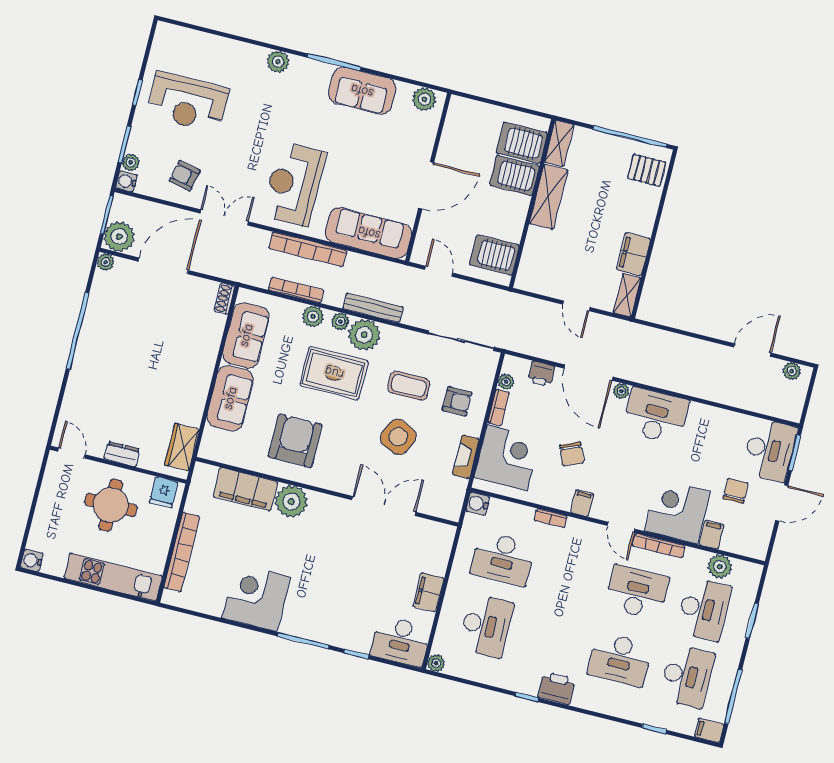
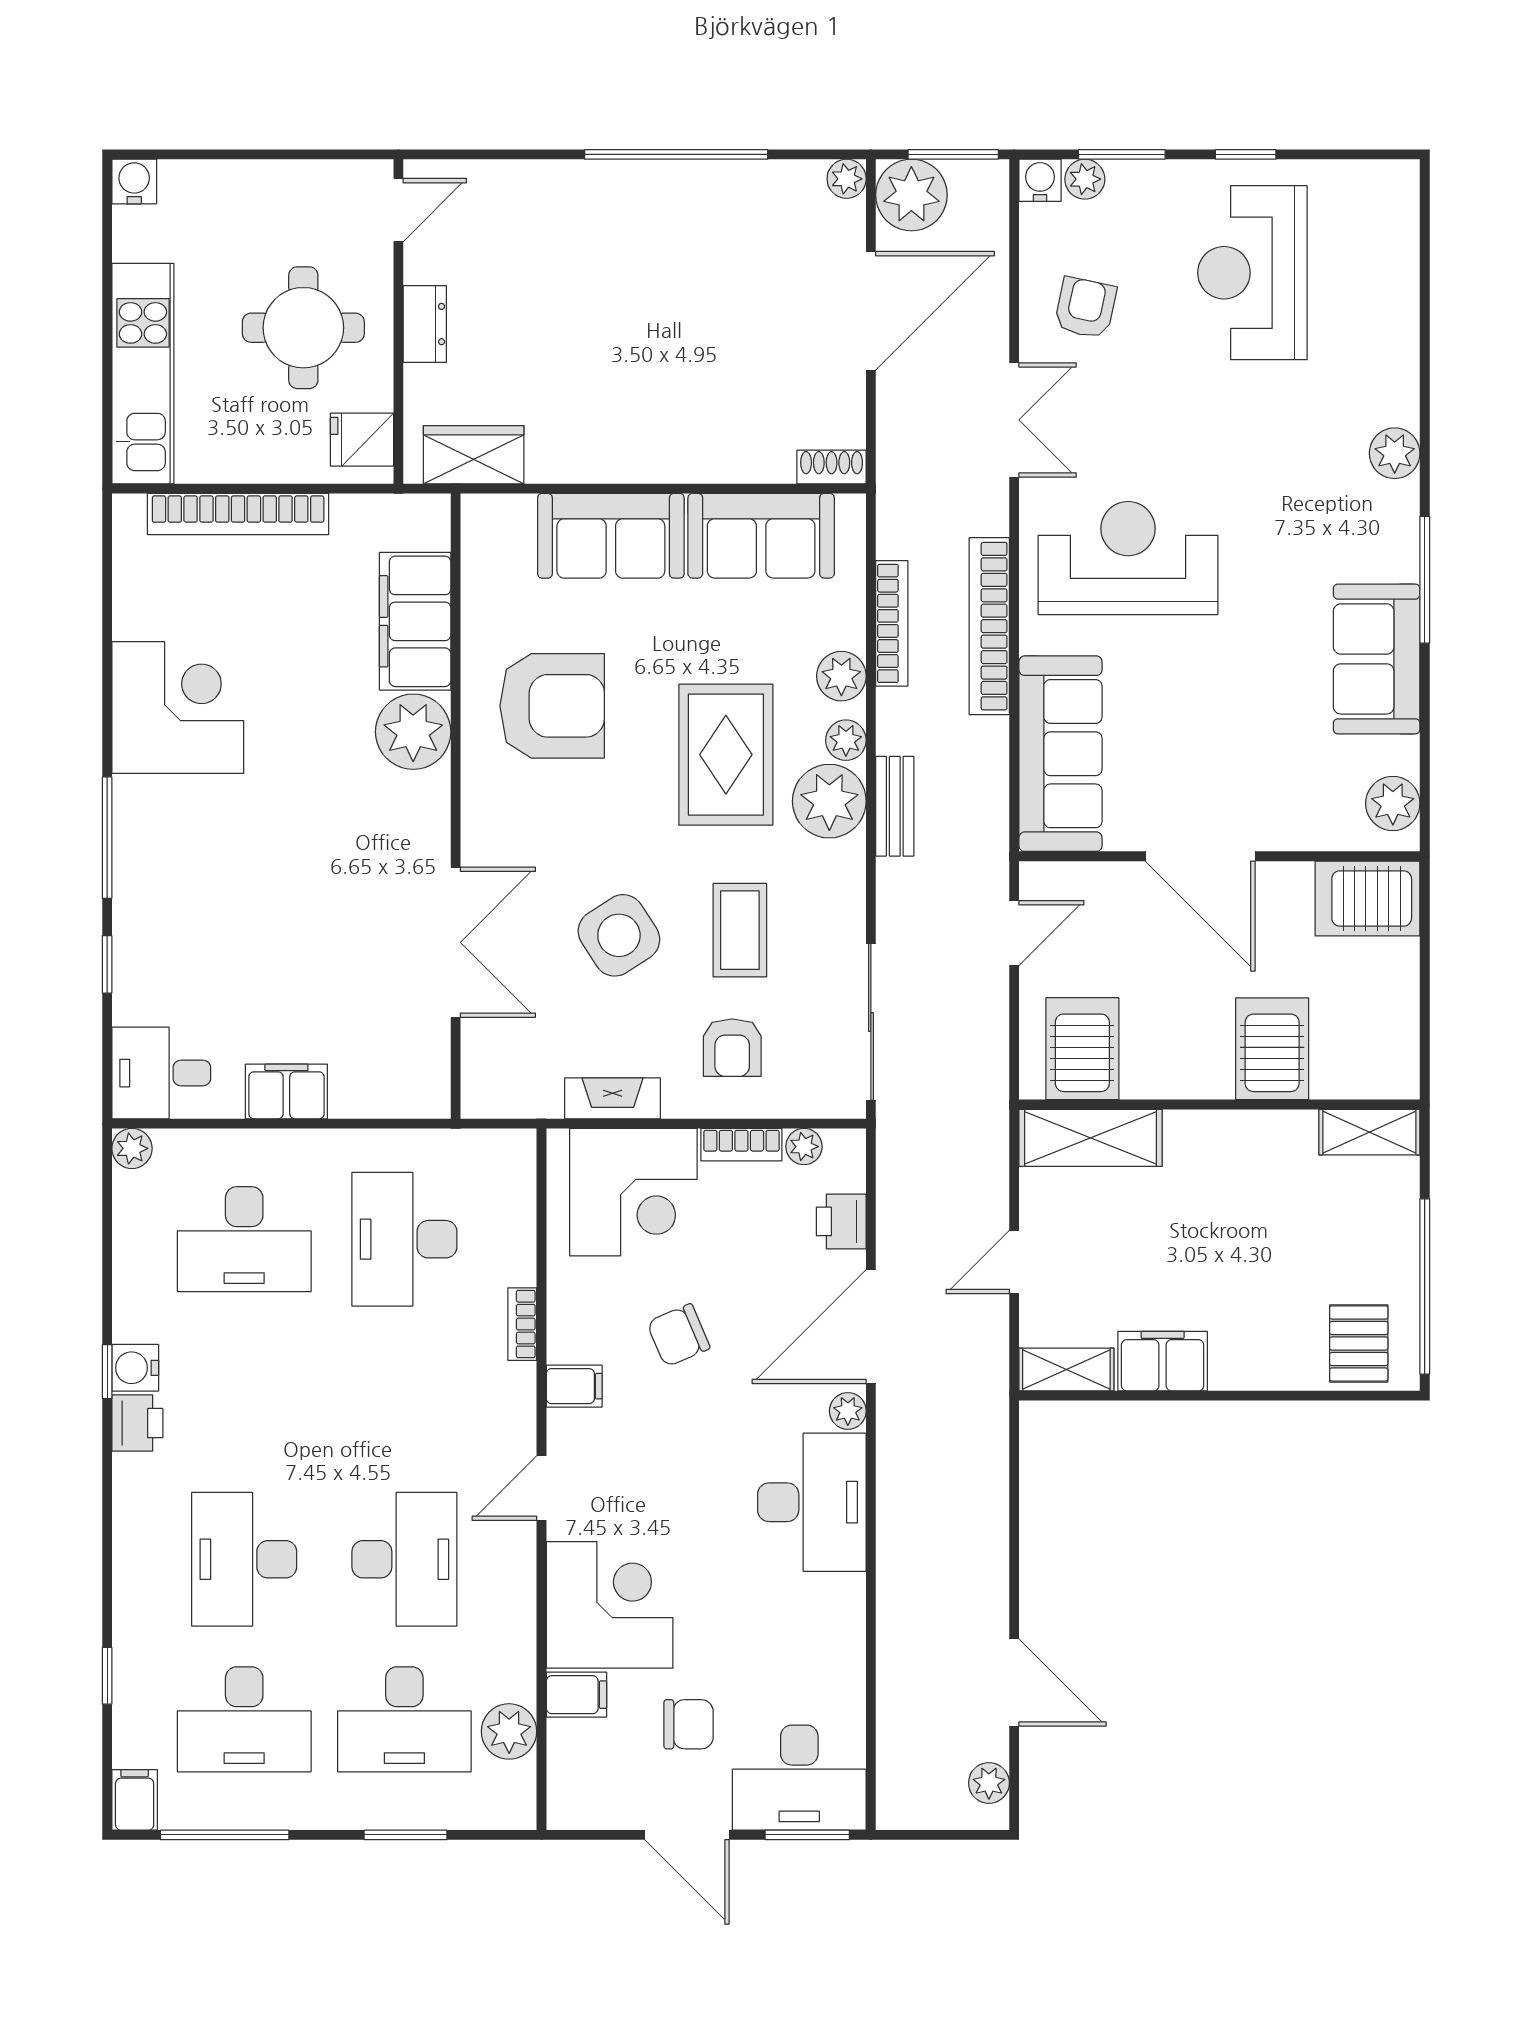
server rack: (522, 143) -> (1367, 898), moved, turned -90
shelving: (549, 197) -> (1090, 1138), moved
door: (163, 266) -> (871, 311), hinge flipped
bench: (373, 308) -> (895, 806), width x0.73
side table: (398, 437) -> (619, 935), turned 31
water cooler: (478, 504) -> (135, 1368), moved, turned -90
bookcase: (659, 546) -> (521, 1582), removed
desk: (401, 641) -> (161, 1073), width x0.73
printer: (557, 688) -> (137, 1423), width x0.73, depth x0.81

